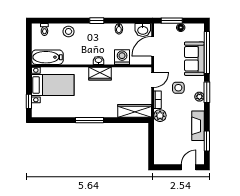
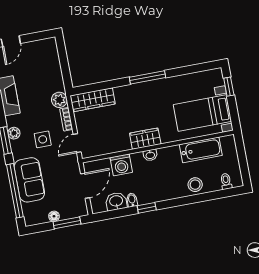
window: (97, 21) -> (147, 208), moved
washbasin: (143, 30) -> (116, 201), moved
bathtub: (47, 57) -> (201, 150), moved

